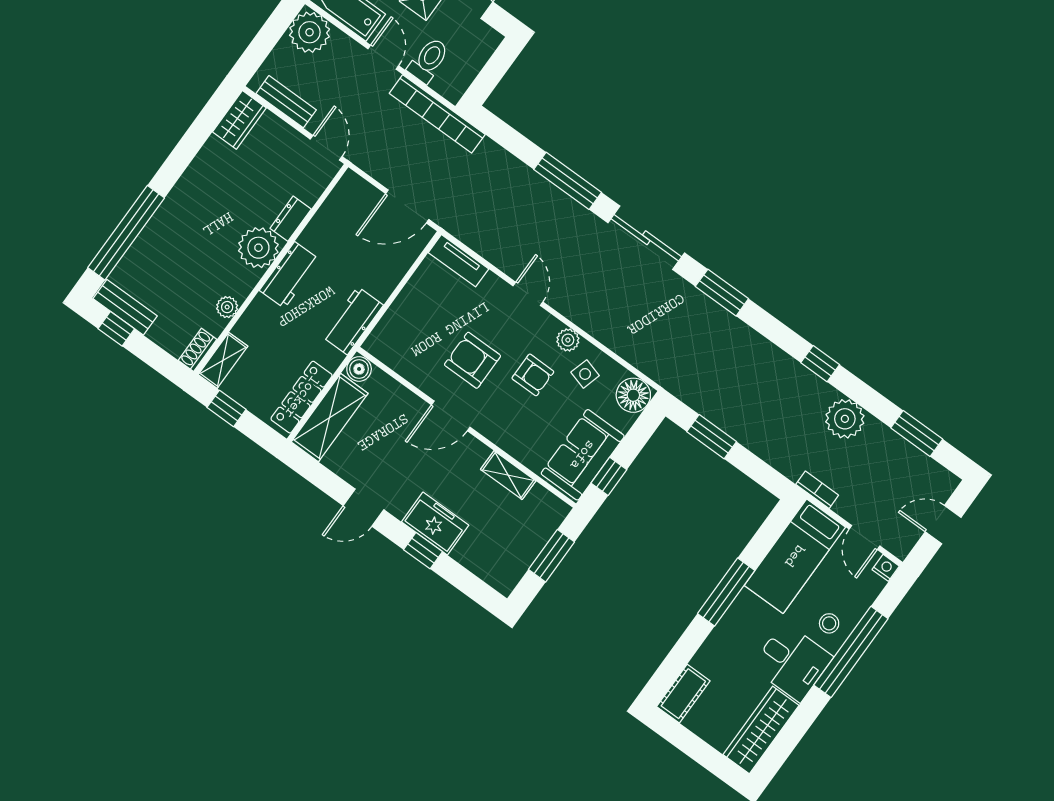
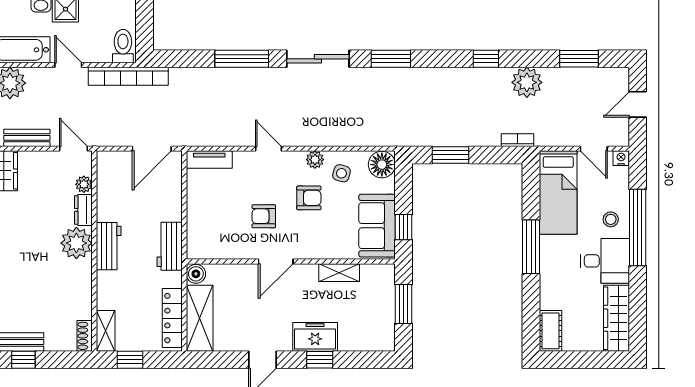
toilet: (429, 60) -> (123, 46), moved
plant: (227, 307) -> (84, 184), moved
armchair: (472, 360) -> (264, 216), width x0.72, depth x0.72
bookcase: (817, 490) -> (517, 140), moved

